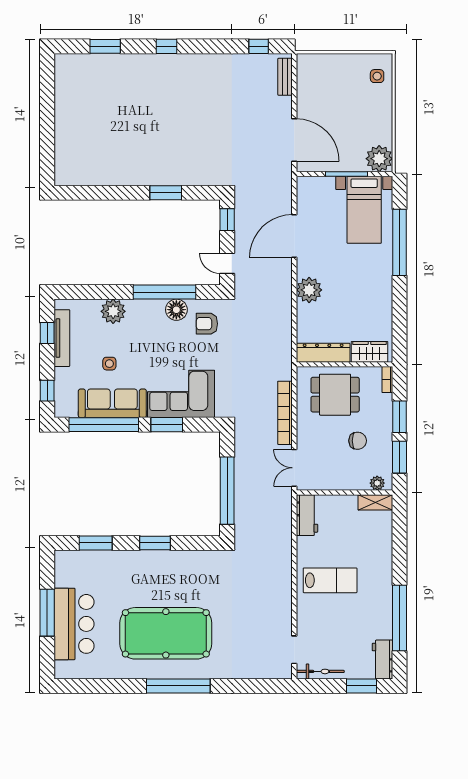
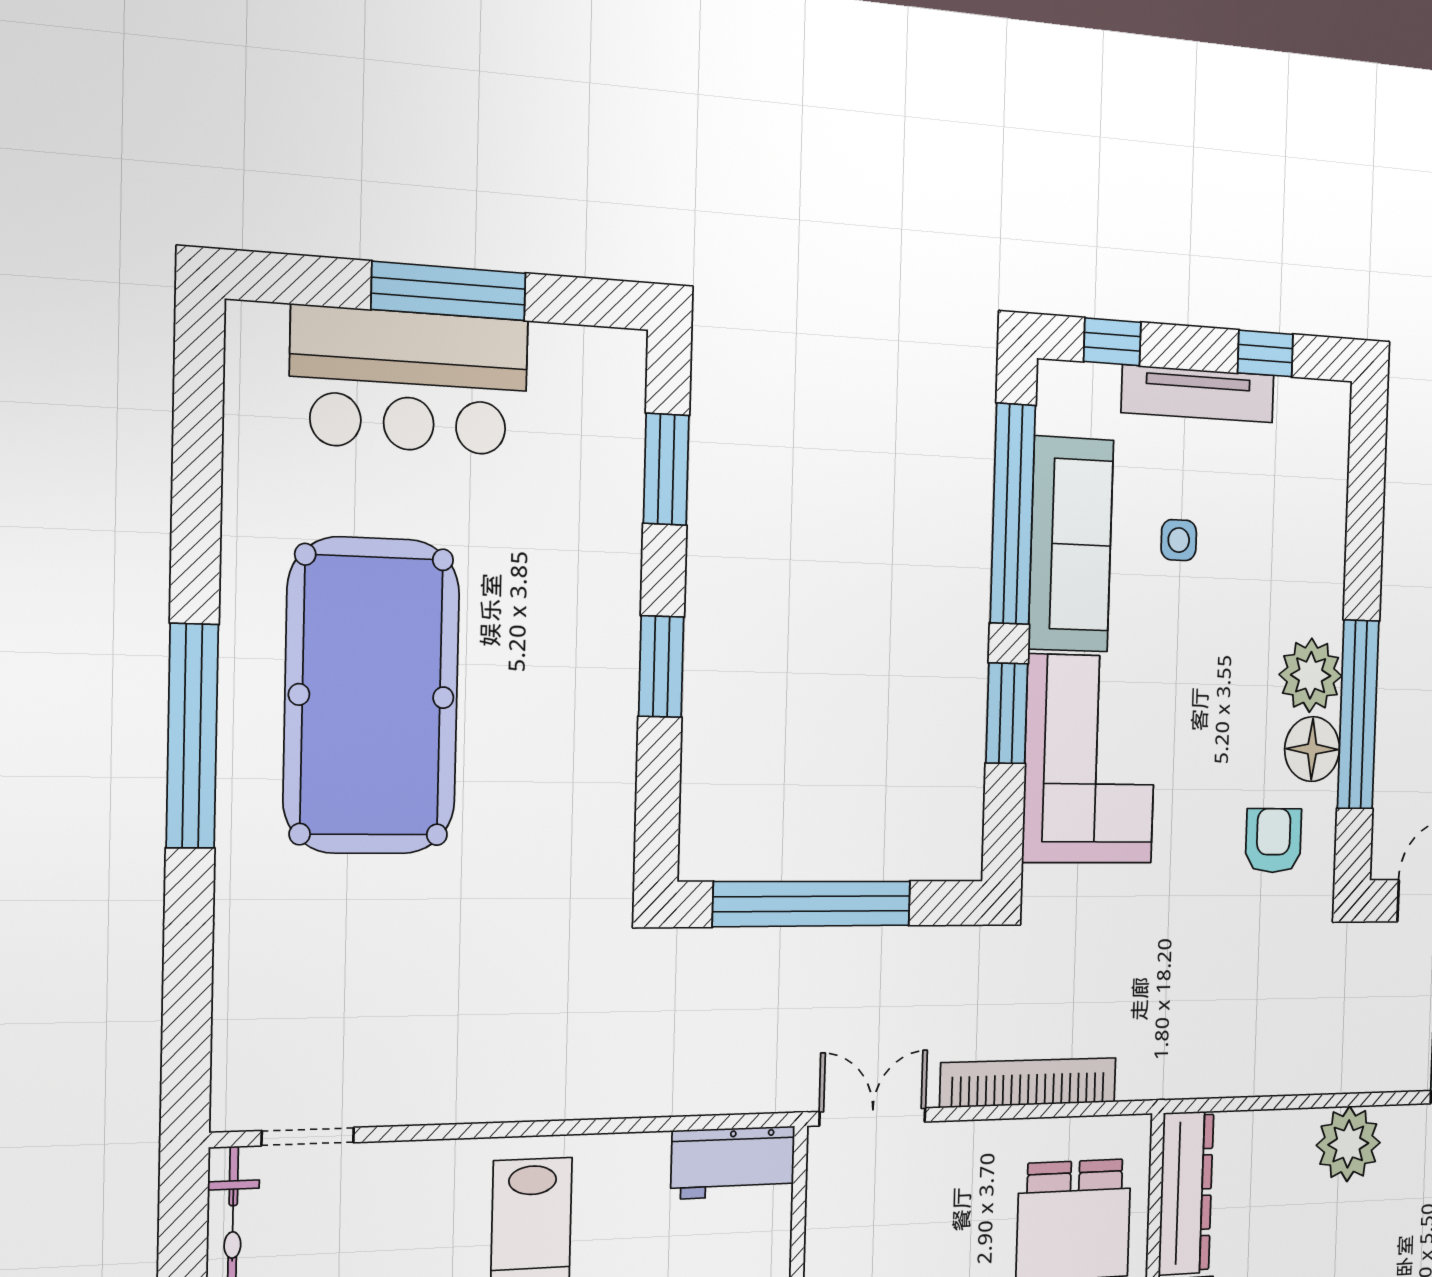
plant: (113, 311) -> (1311, 675), moved
tv unit: (62, 338) -> (1198, 394), moved

